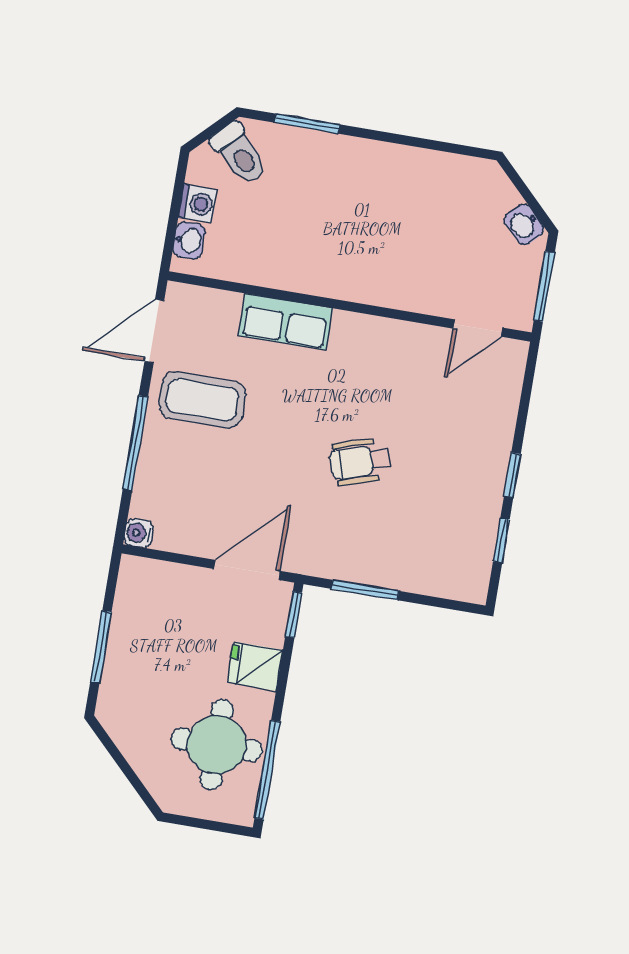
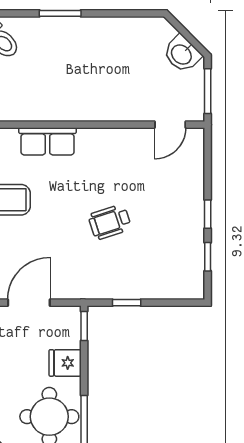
window: (307, 124) -> (60, 13), moved
washbasin: (524, 225) -> (182, 54), width x1.38, depth x1.45
door: (247, 570) -> (29, 303), moved
window: (365, 590) -> (127, 303), width x0.67

